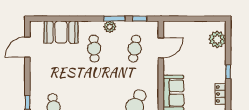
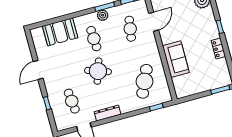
door: (27, 47) -> (38, 70), moved
round table: (89, 83) -> (98, 71), added

